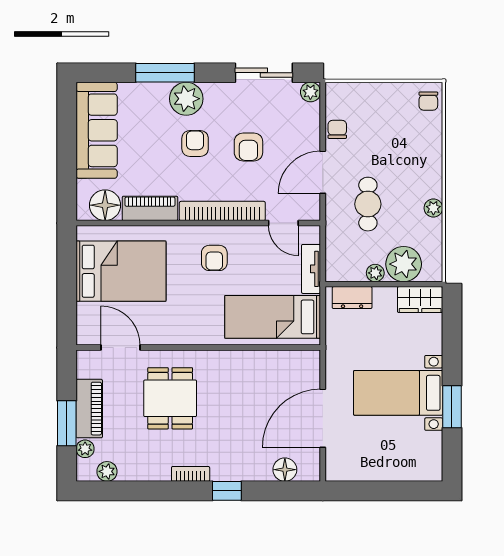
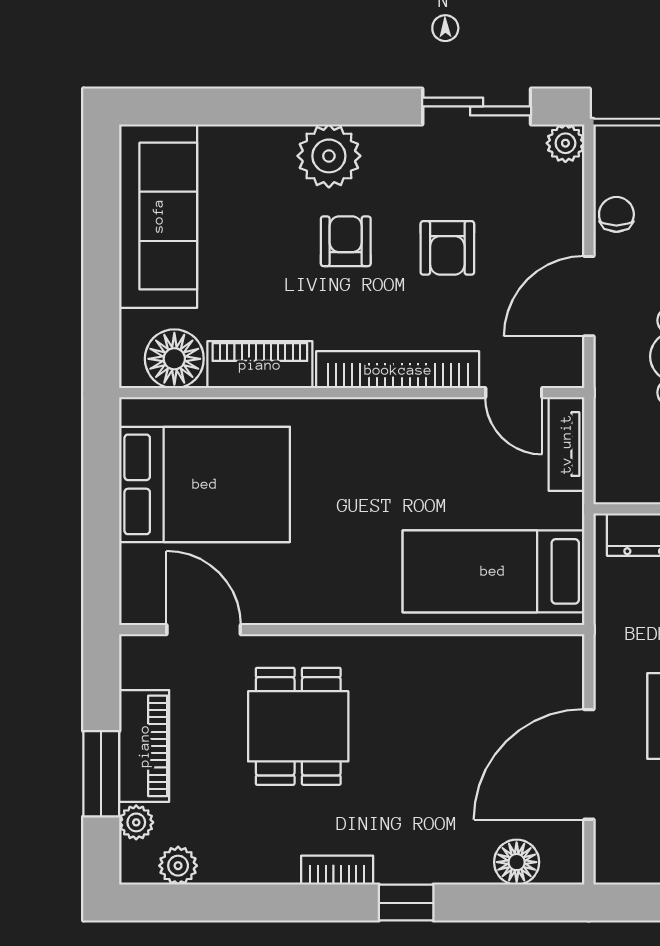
window: (165, 73) -> (288, 106), removed
armchair: (214, 258) -> (382, 459), removed
tv unit: (311, 269) -> (566, 444), moved

